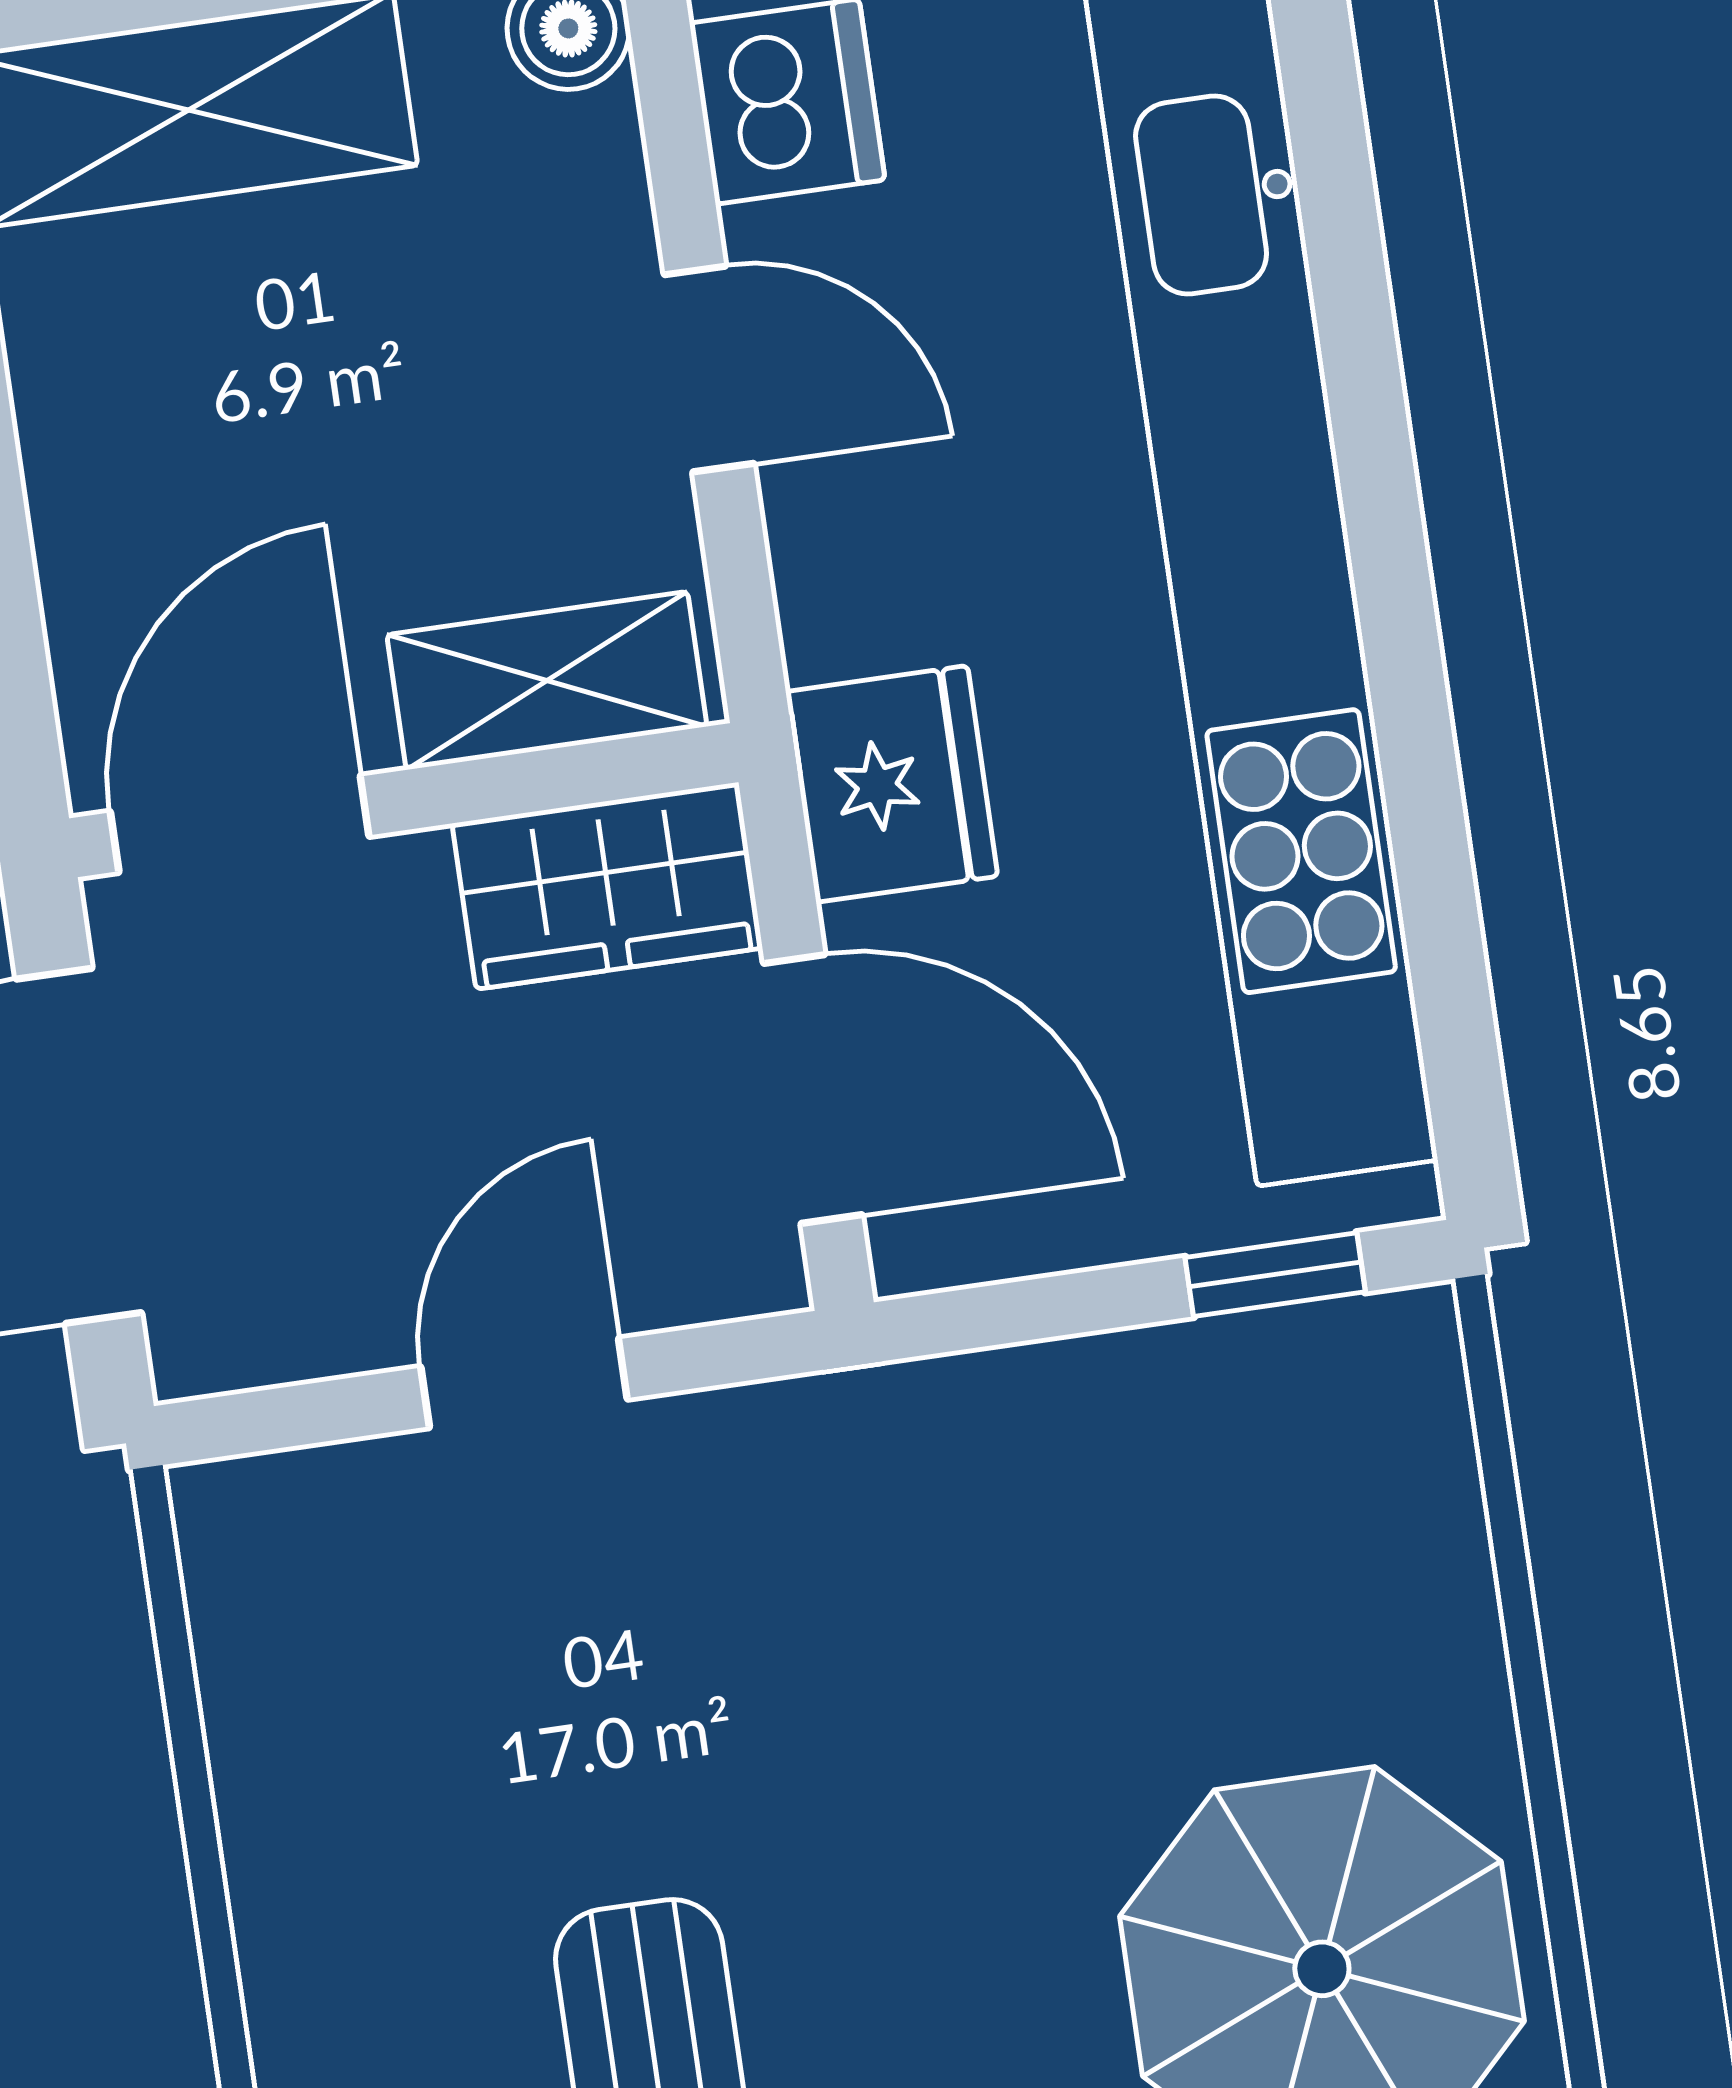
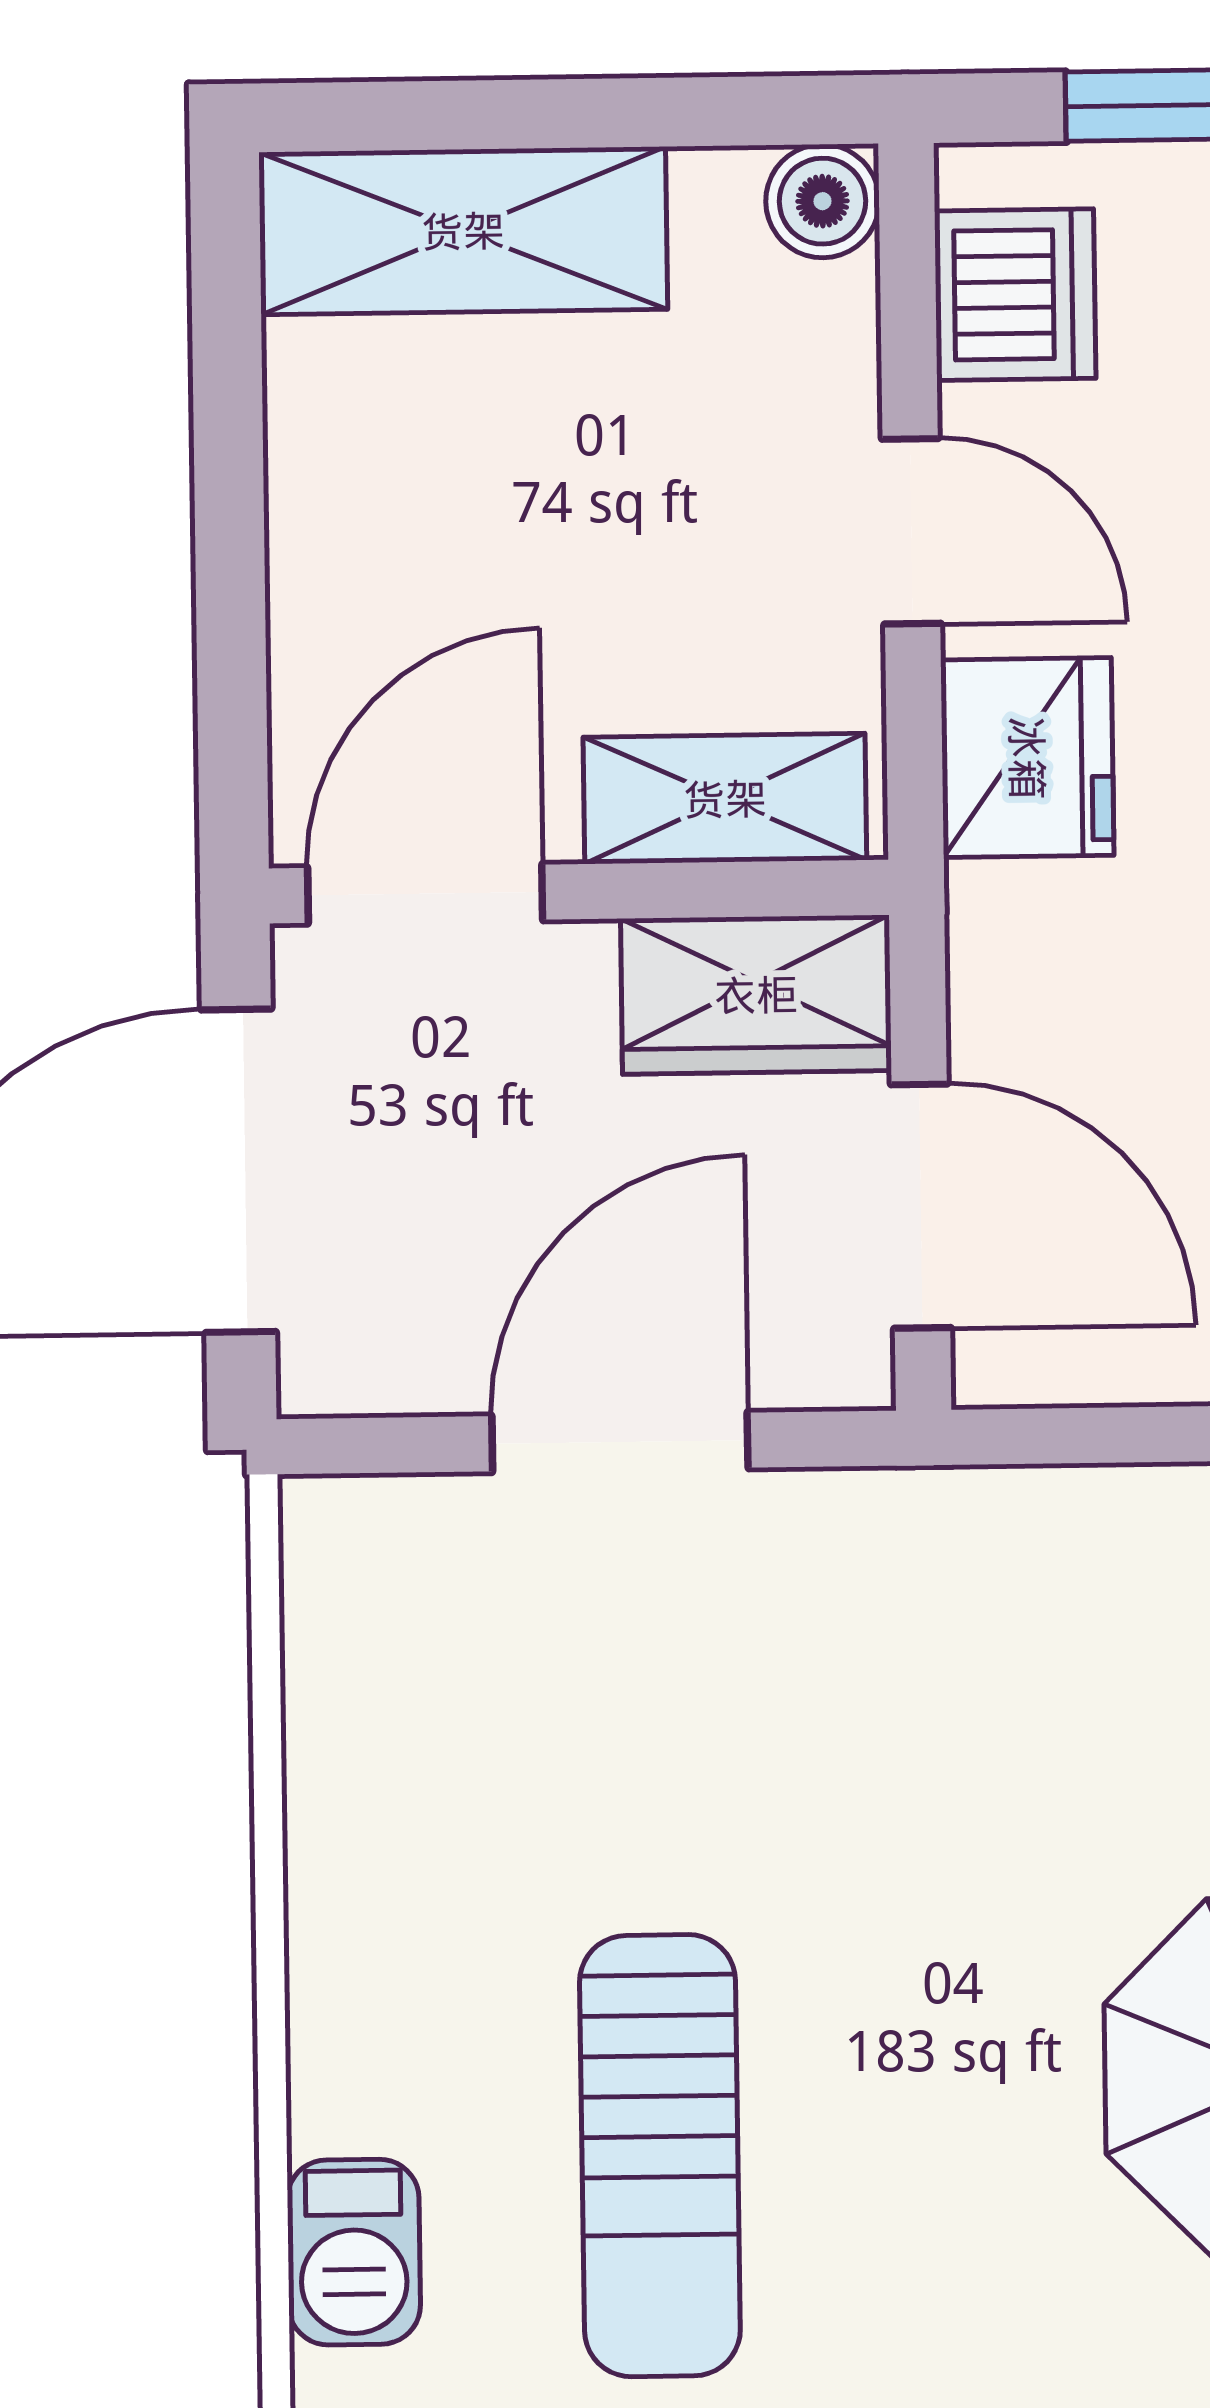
fridge: (892, 784) -> (1027, 758), moved
door: (524, 1383) -> (620, 1442), width x1.38

